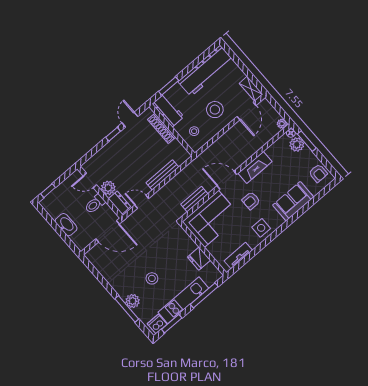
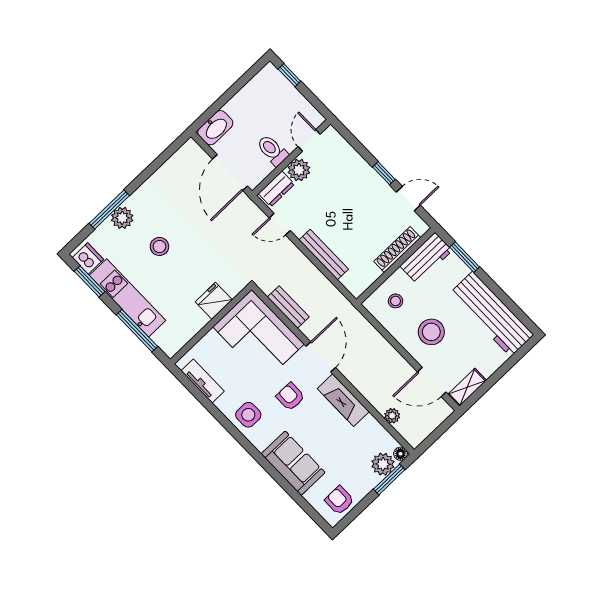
plant: (282, 124) -> (392, 416), moved
armchair: (318, 173) -> (339, 500), turned 90
door: (142, 202) -> (280, 224), swing flipped
washbasin: (66, 225) -> (215, 128), moved
fridge: (199, 259) -> (214, 301), moved

